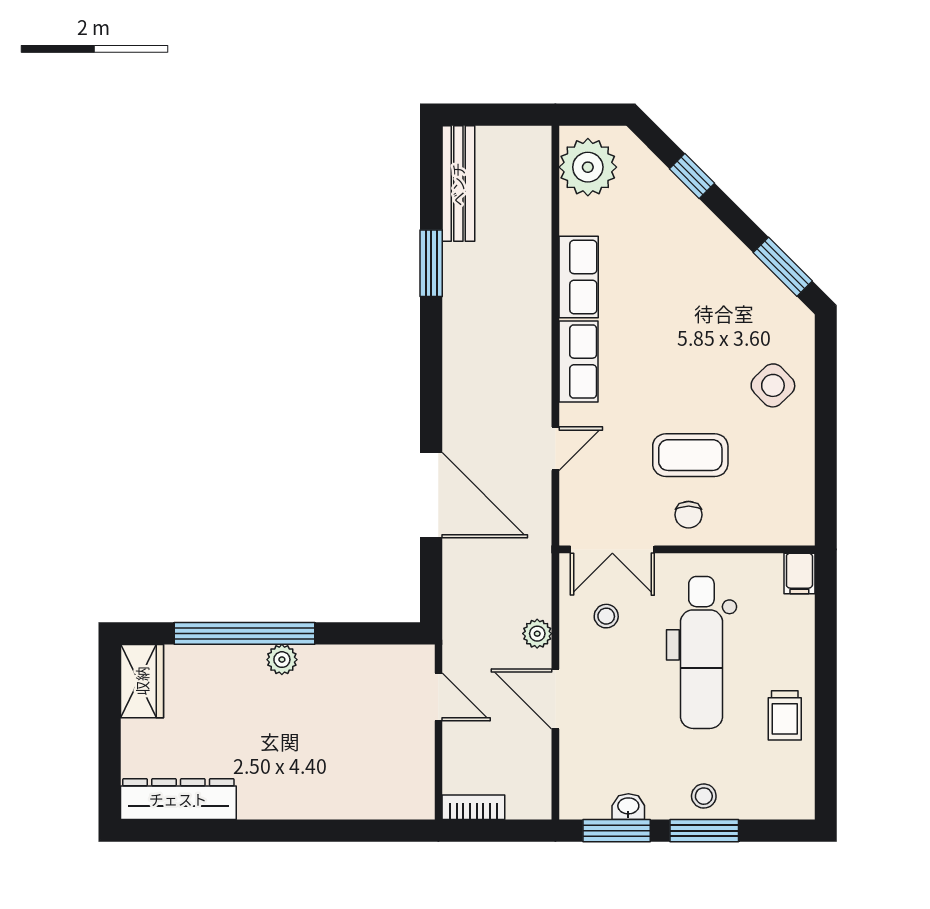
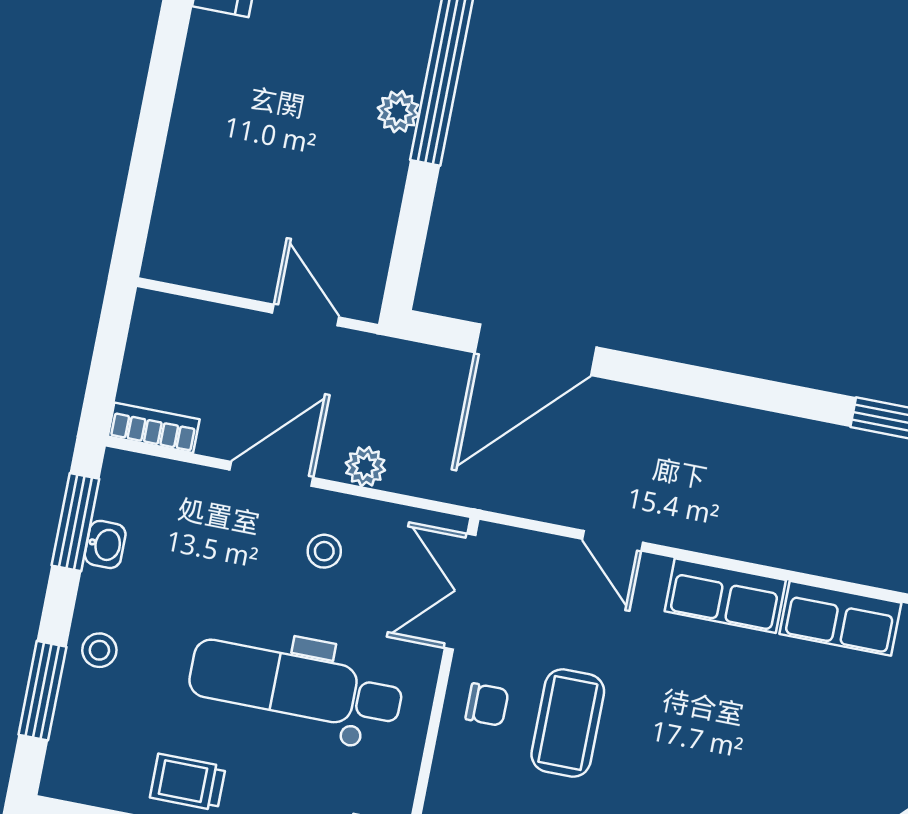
door: (431, 495) -> (536, 350), moved
chair: (689, 515) -> (487, 705), turned 180
stool: (606, 616) -> (324, 551), moved
door: (438, 697) -> (306, 315), swing flipped
bookcase: (473, 807) -> (154, 428), moved, turned -90
window: (704, 831) -> (42, 691), moved

